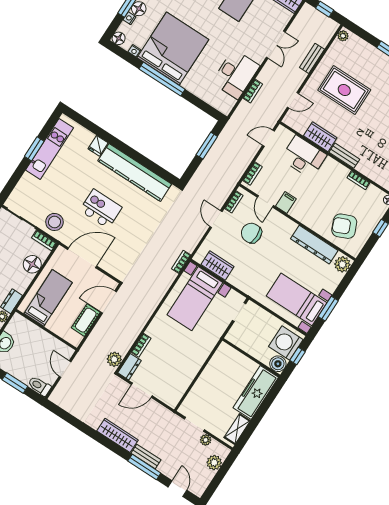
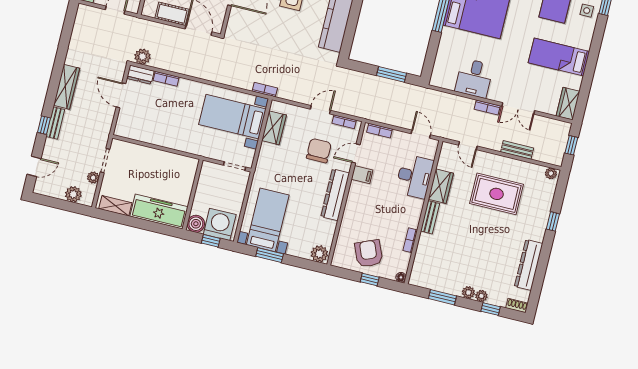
desk: (236, 74) -> (474, 78), width x0.73
rug: (344, 90) -> (497, 194), turned 90
bookcase: (253, 91) -> (487, 107), moved
armchair: (344, 226) -> (369, 253), moved
dresser: (314, 245) -> (335, 195), moved
window: (144, 467) -> (44, 125), width x0.46

